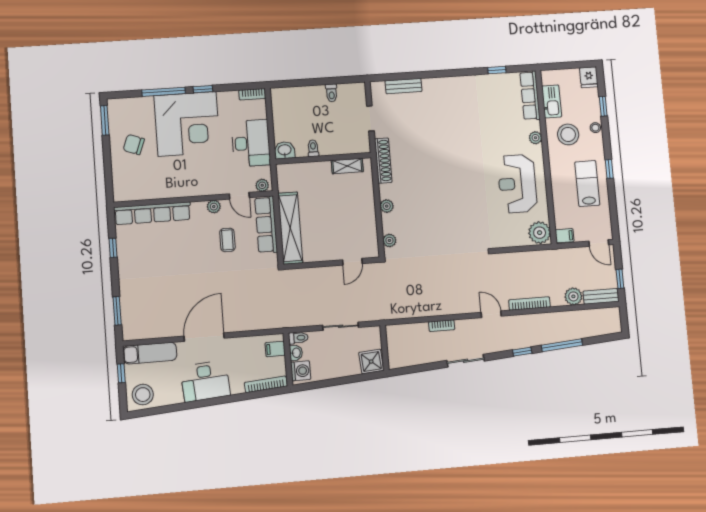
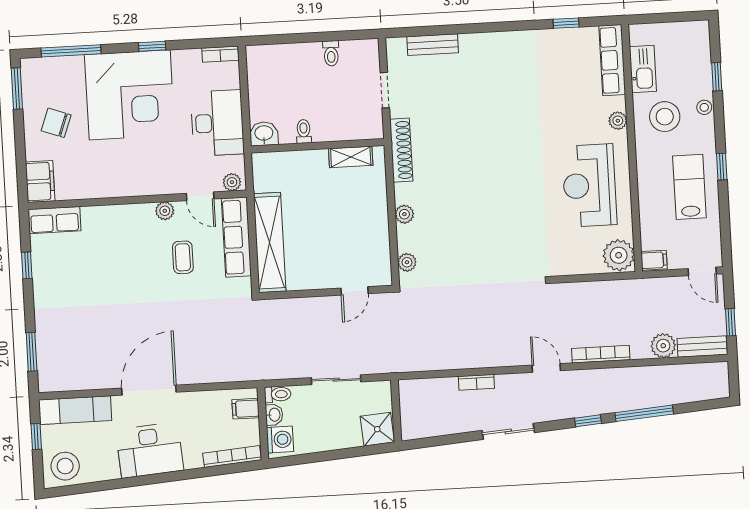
fridge: (589, 77) -> (698, 35), removed
window: (164, 92) -> (71, 51), moved
filing cabinet: (122, 187) -> (40, 181), added
row of seats: (152, 213) -> (54, 220), width x0.50

